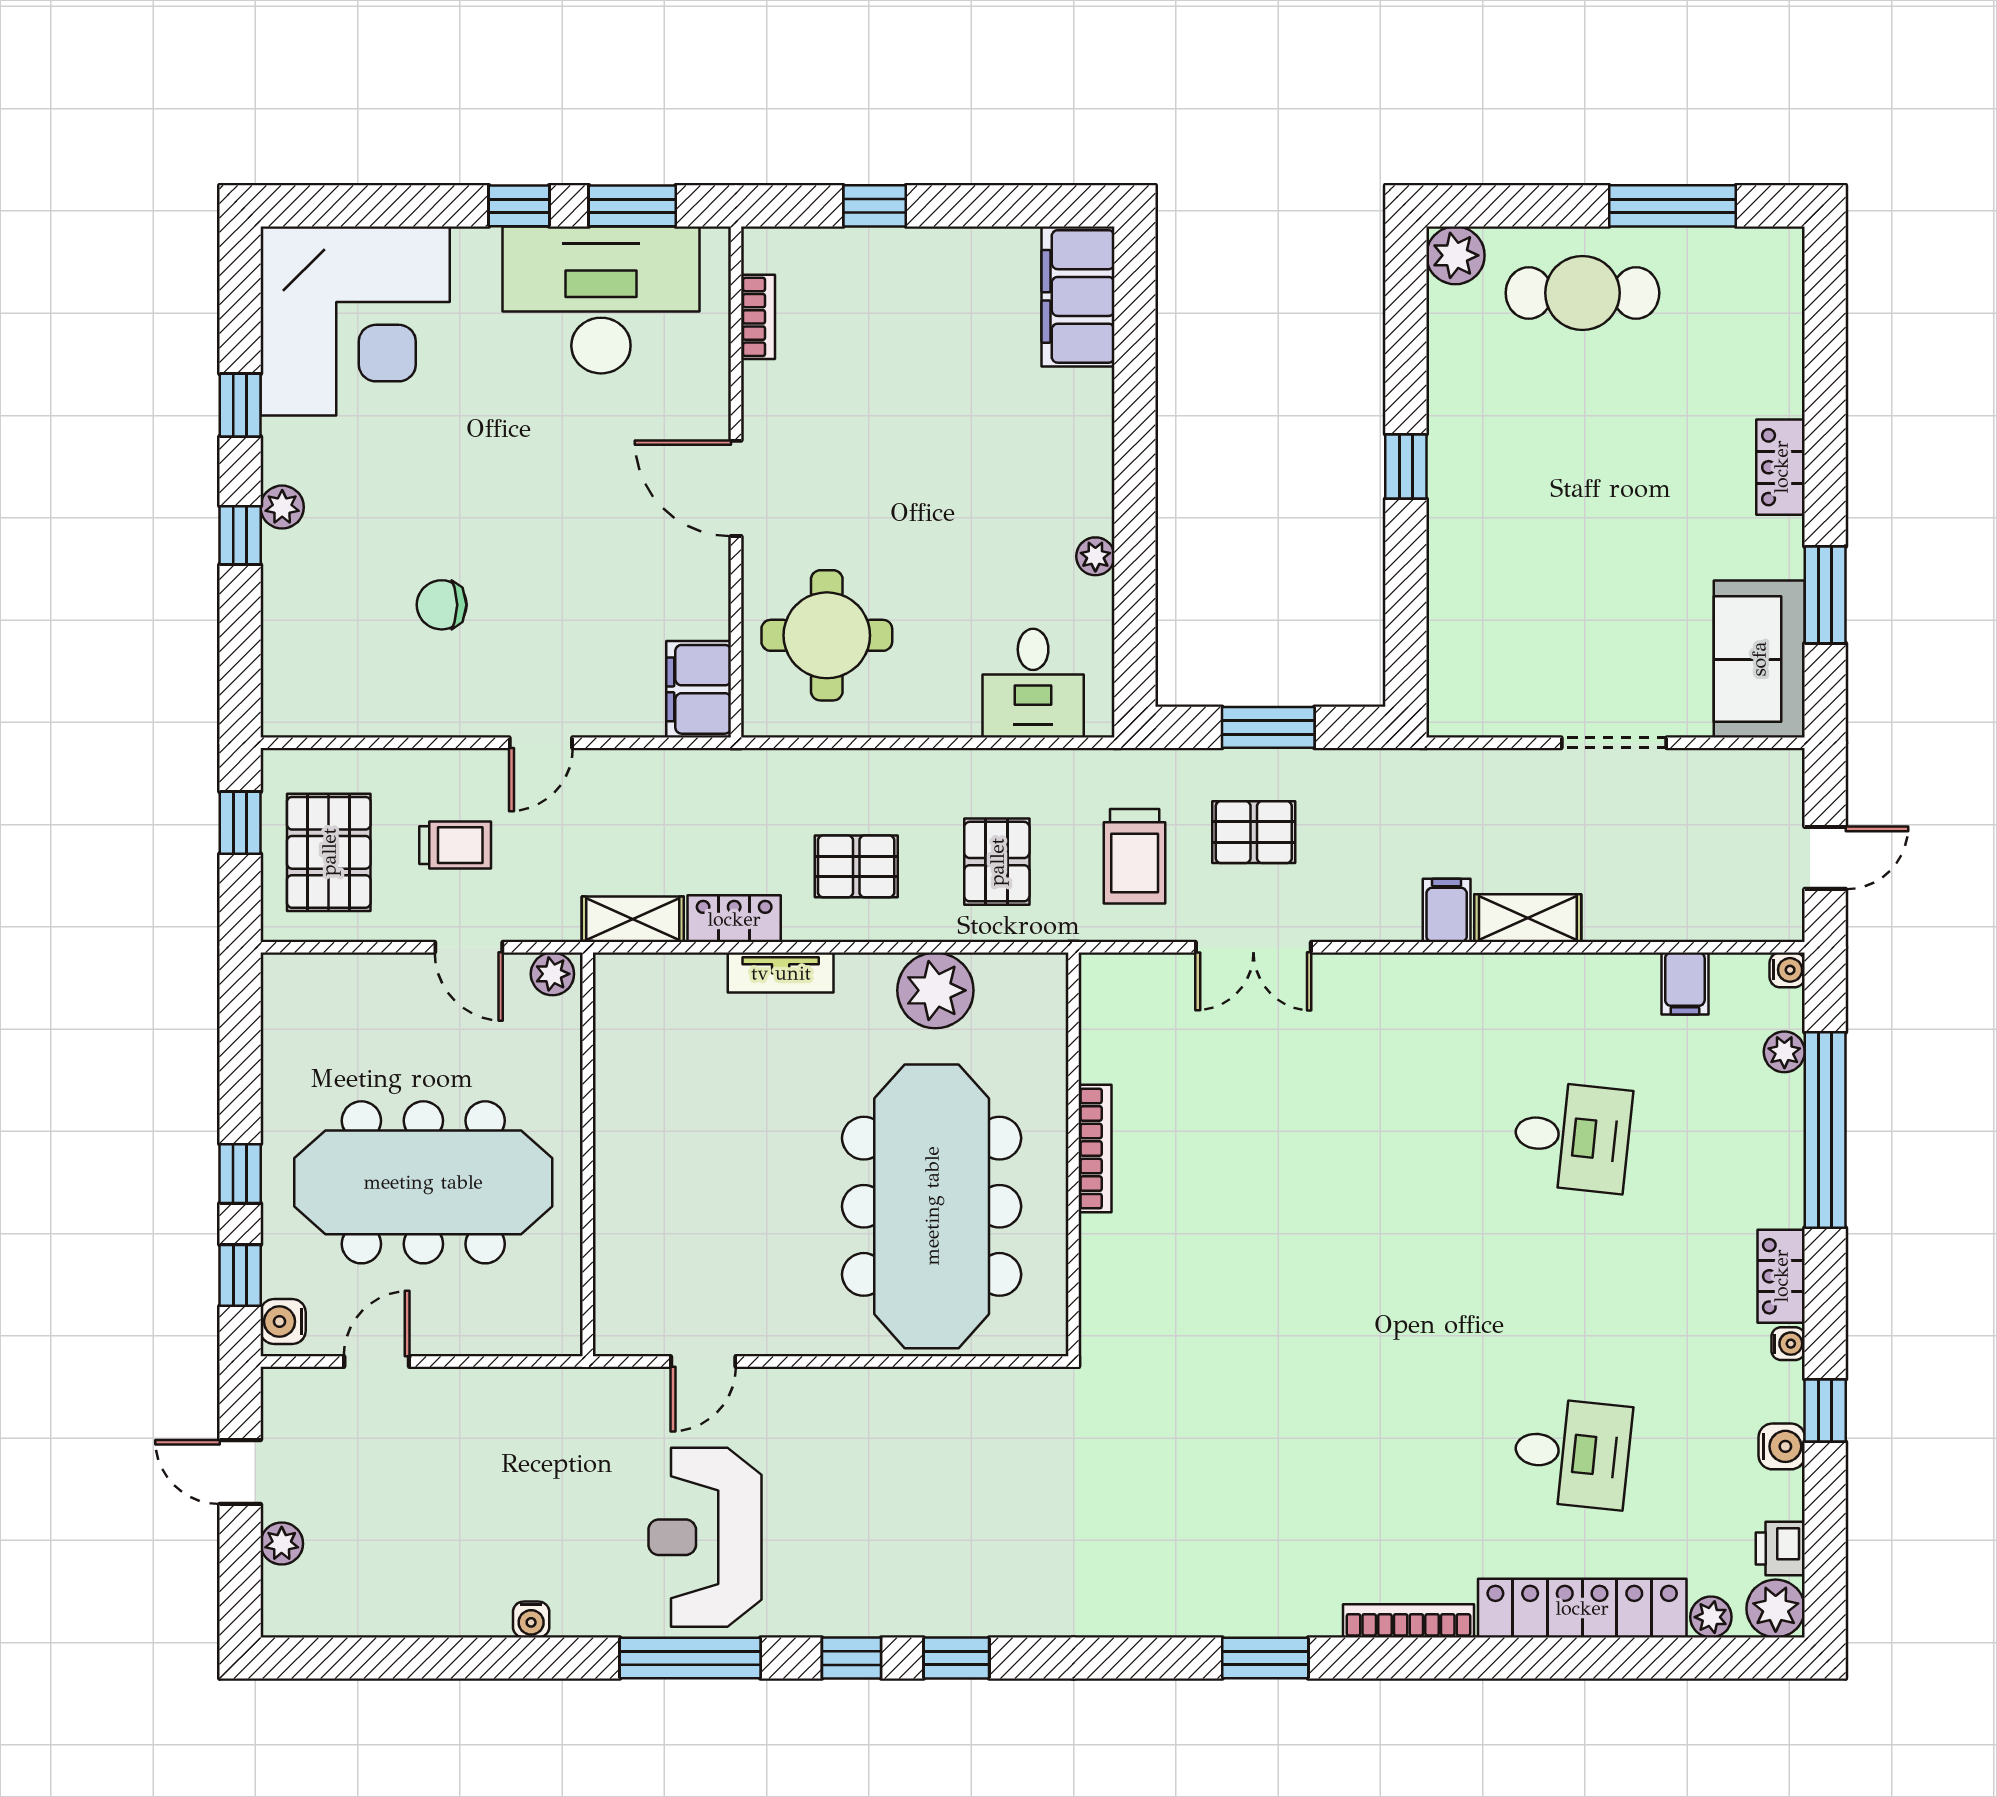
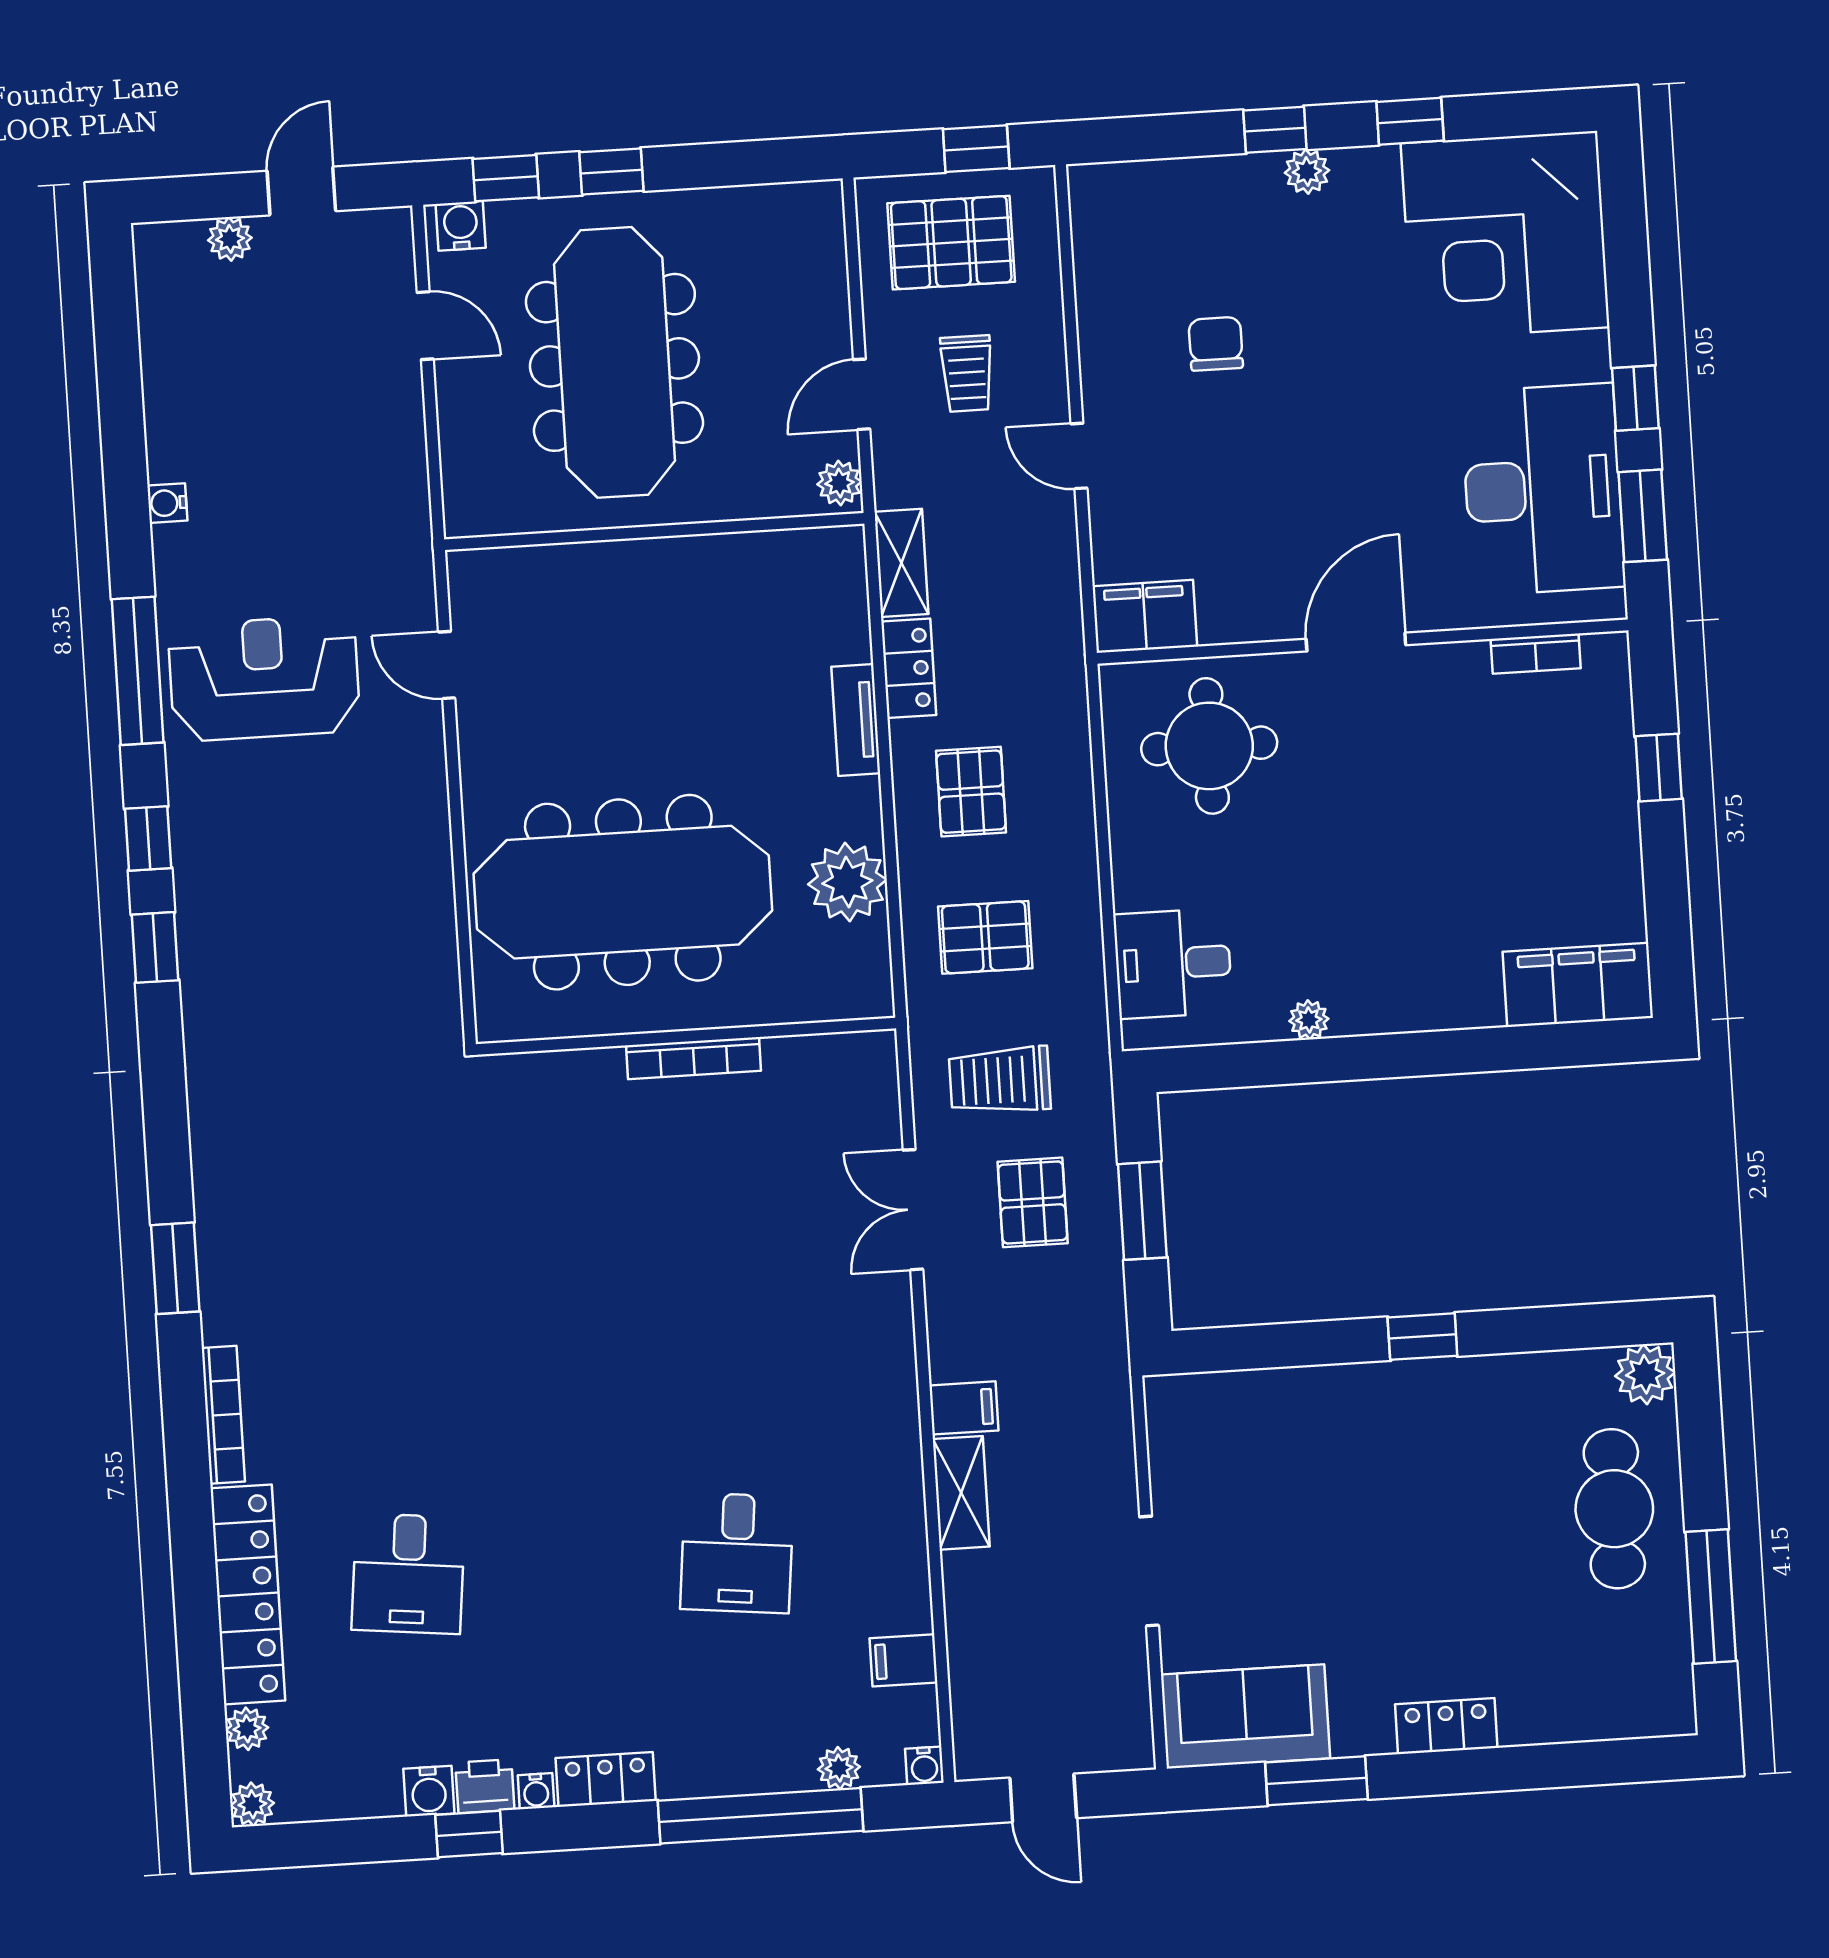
printer: (1780, 1549) -> (485, 1786), moved
plant: (1776, 1609) -> (252, 1804), width x0.73, depth x0.73

